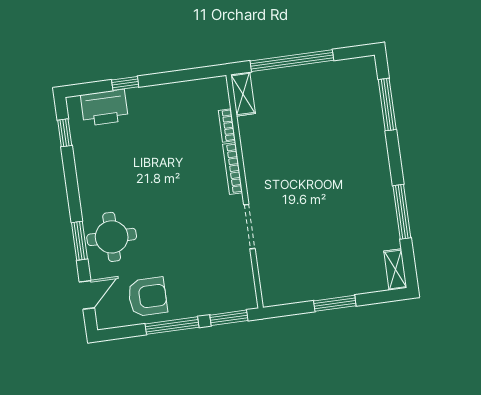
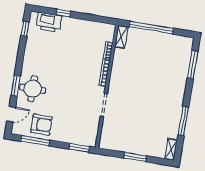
window: (172, 326) -> (35, 141), moved

